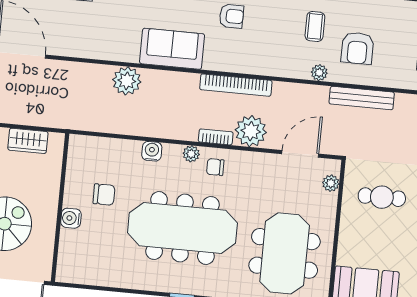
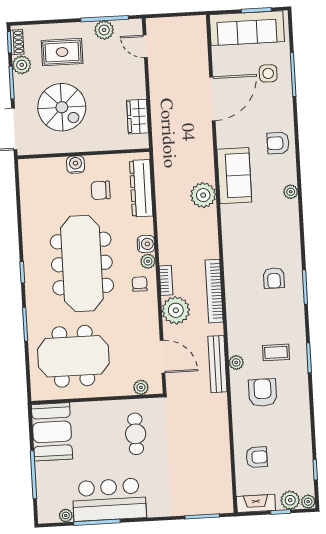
armchair: (357, 48) -> (263, 393), turned 90
sofa: (172, 49) -> (234, 176), moved
bench: (362, 98) -> (217, 364), moved
dresser: (109, 149) -> (141, 188), added
water cooler: (152, 151) -> (146, 244), moved
chair: (104, 195) -> (101, 190), turned 90

